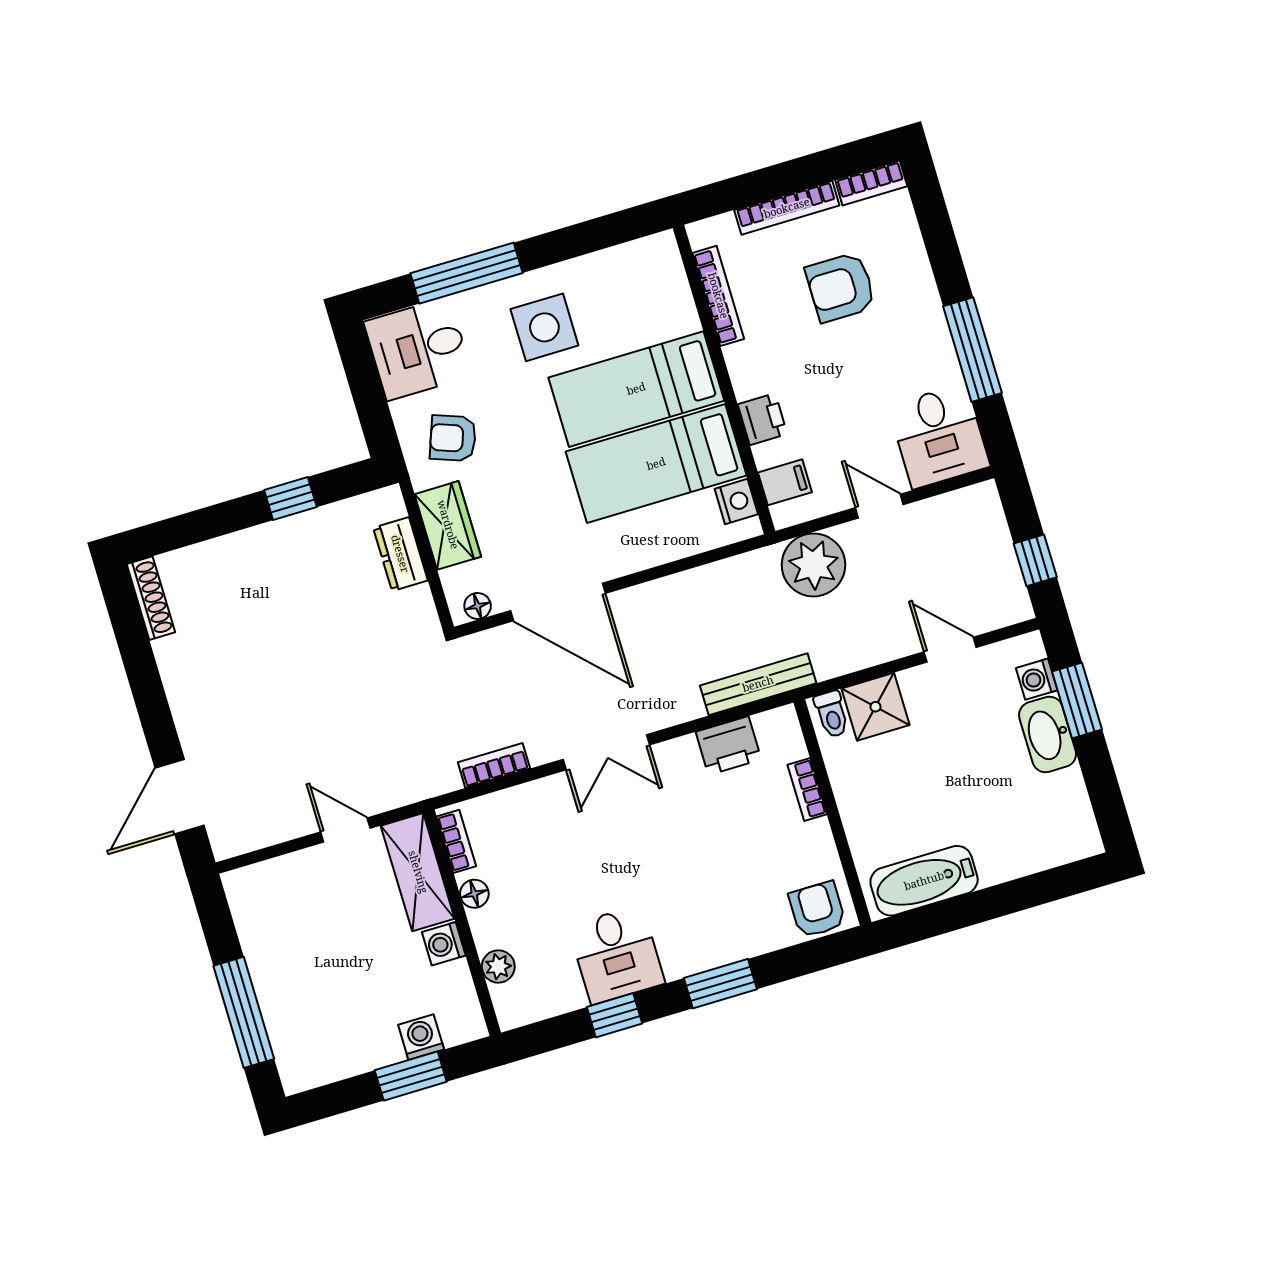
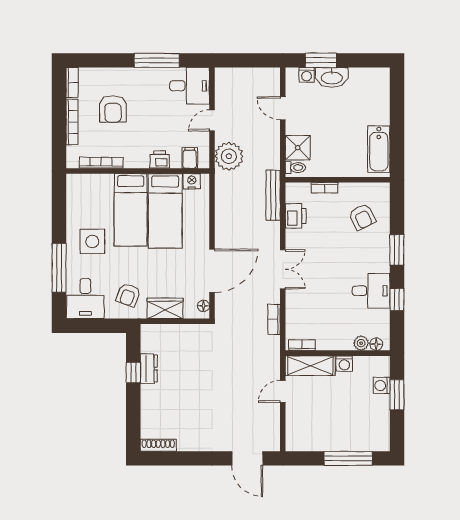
dresser: (400, 554) -> (149, 369), moved, turned -90
window: (1035, 560) -> (255, 60), removed
door: (950, 650) -> (283, 108), hinge flipped
floor lamp: (474, 894) -> (376, 344), moved
armchair: (817, 909) -> (362, 217), moved, turned -116

